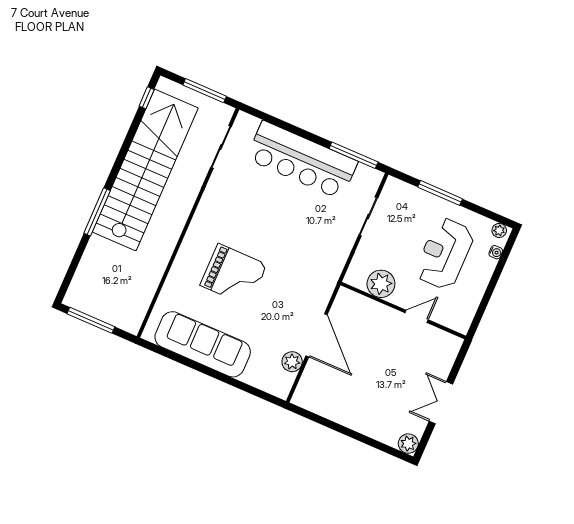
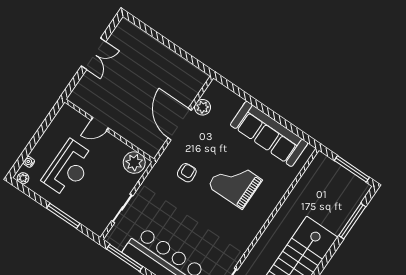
window: (97, 212) -> (352, 221), moved
armchair: (296, 276) -> (187, 173), added
plant: (381, 284) -> (134, 163), moved
plant: (408, 444) -> (125, 27), removed

